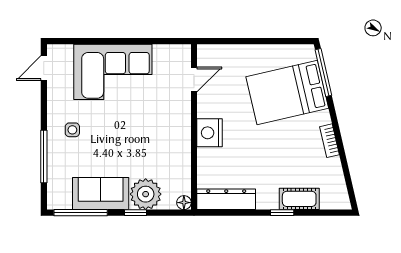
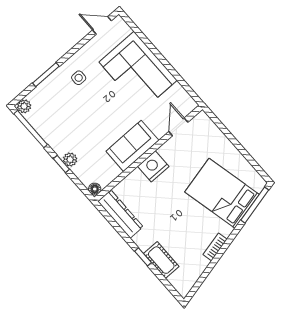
door: (194, 79) -> (178, 127), swing flipped
window: (44, 157) -> (46, 75), width x0.69
sofa: (101, 194) -> (132, 146), moved, turned -90
plant: (146, 194) -> (70, 159), width x0.53, depth x0.53
plant: (55, 201) -> (24, 106), added

